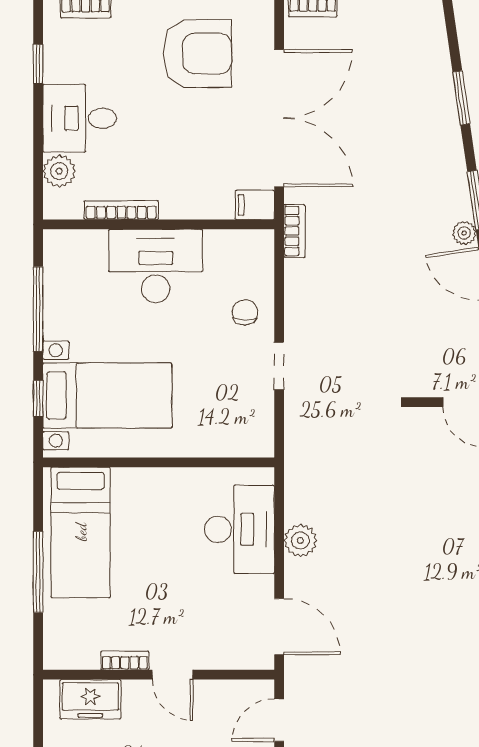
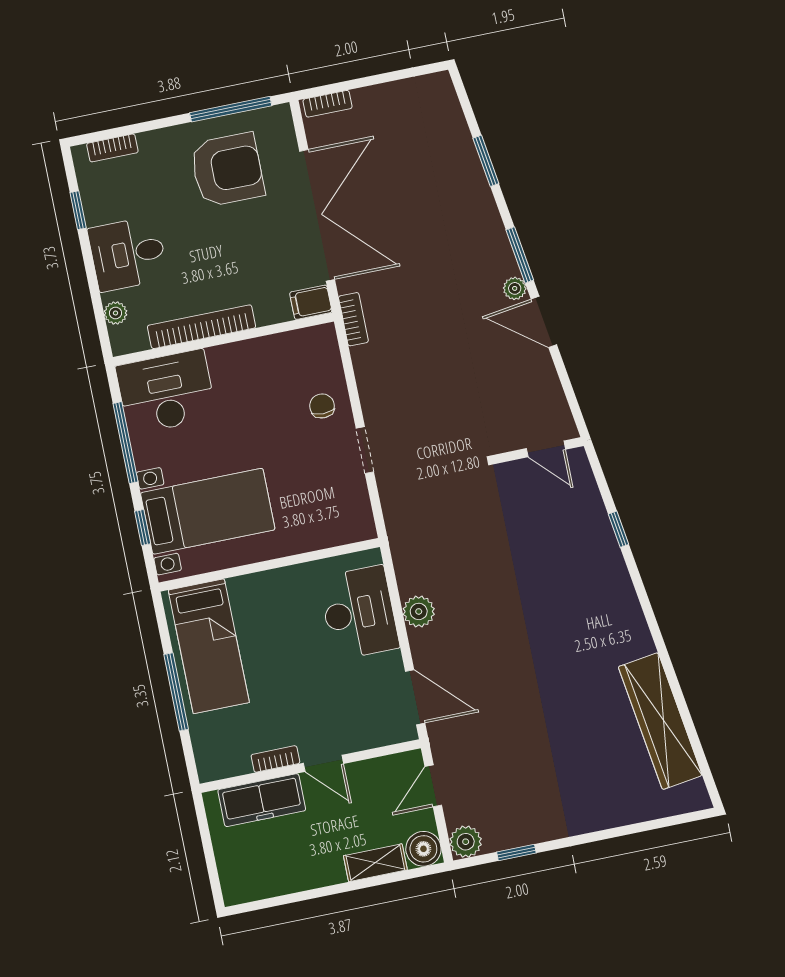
plant: (59, 171) -> (115, 313), width x0.73, depth x0.73
bookcase: (121, 210) -> (202, 327), width x1.48, depth x1.31
desk: (156, 266) -> (166, 392), moved
freezer: (90, 699) -> (262, 800), width x1.40

